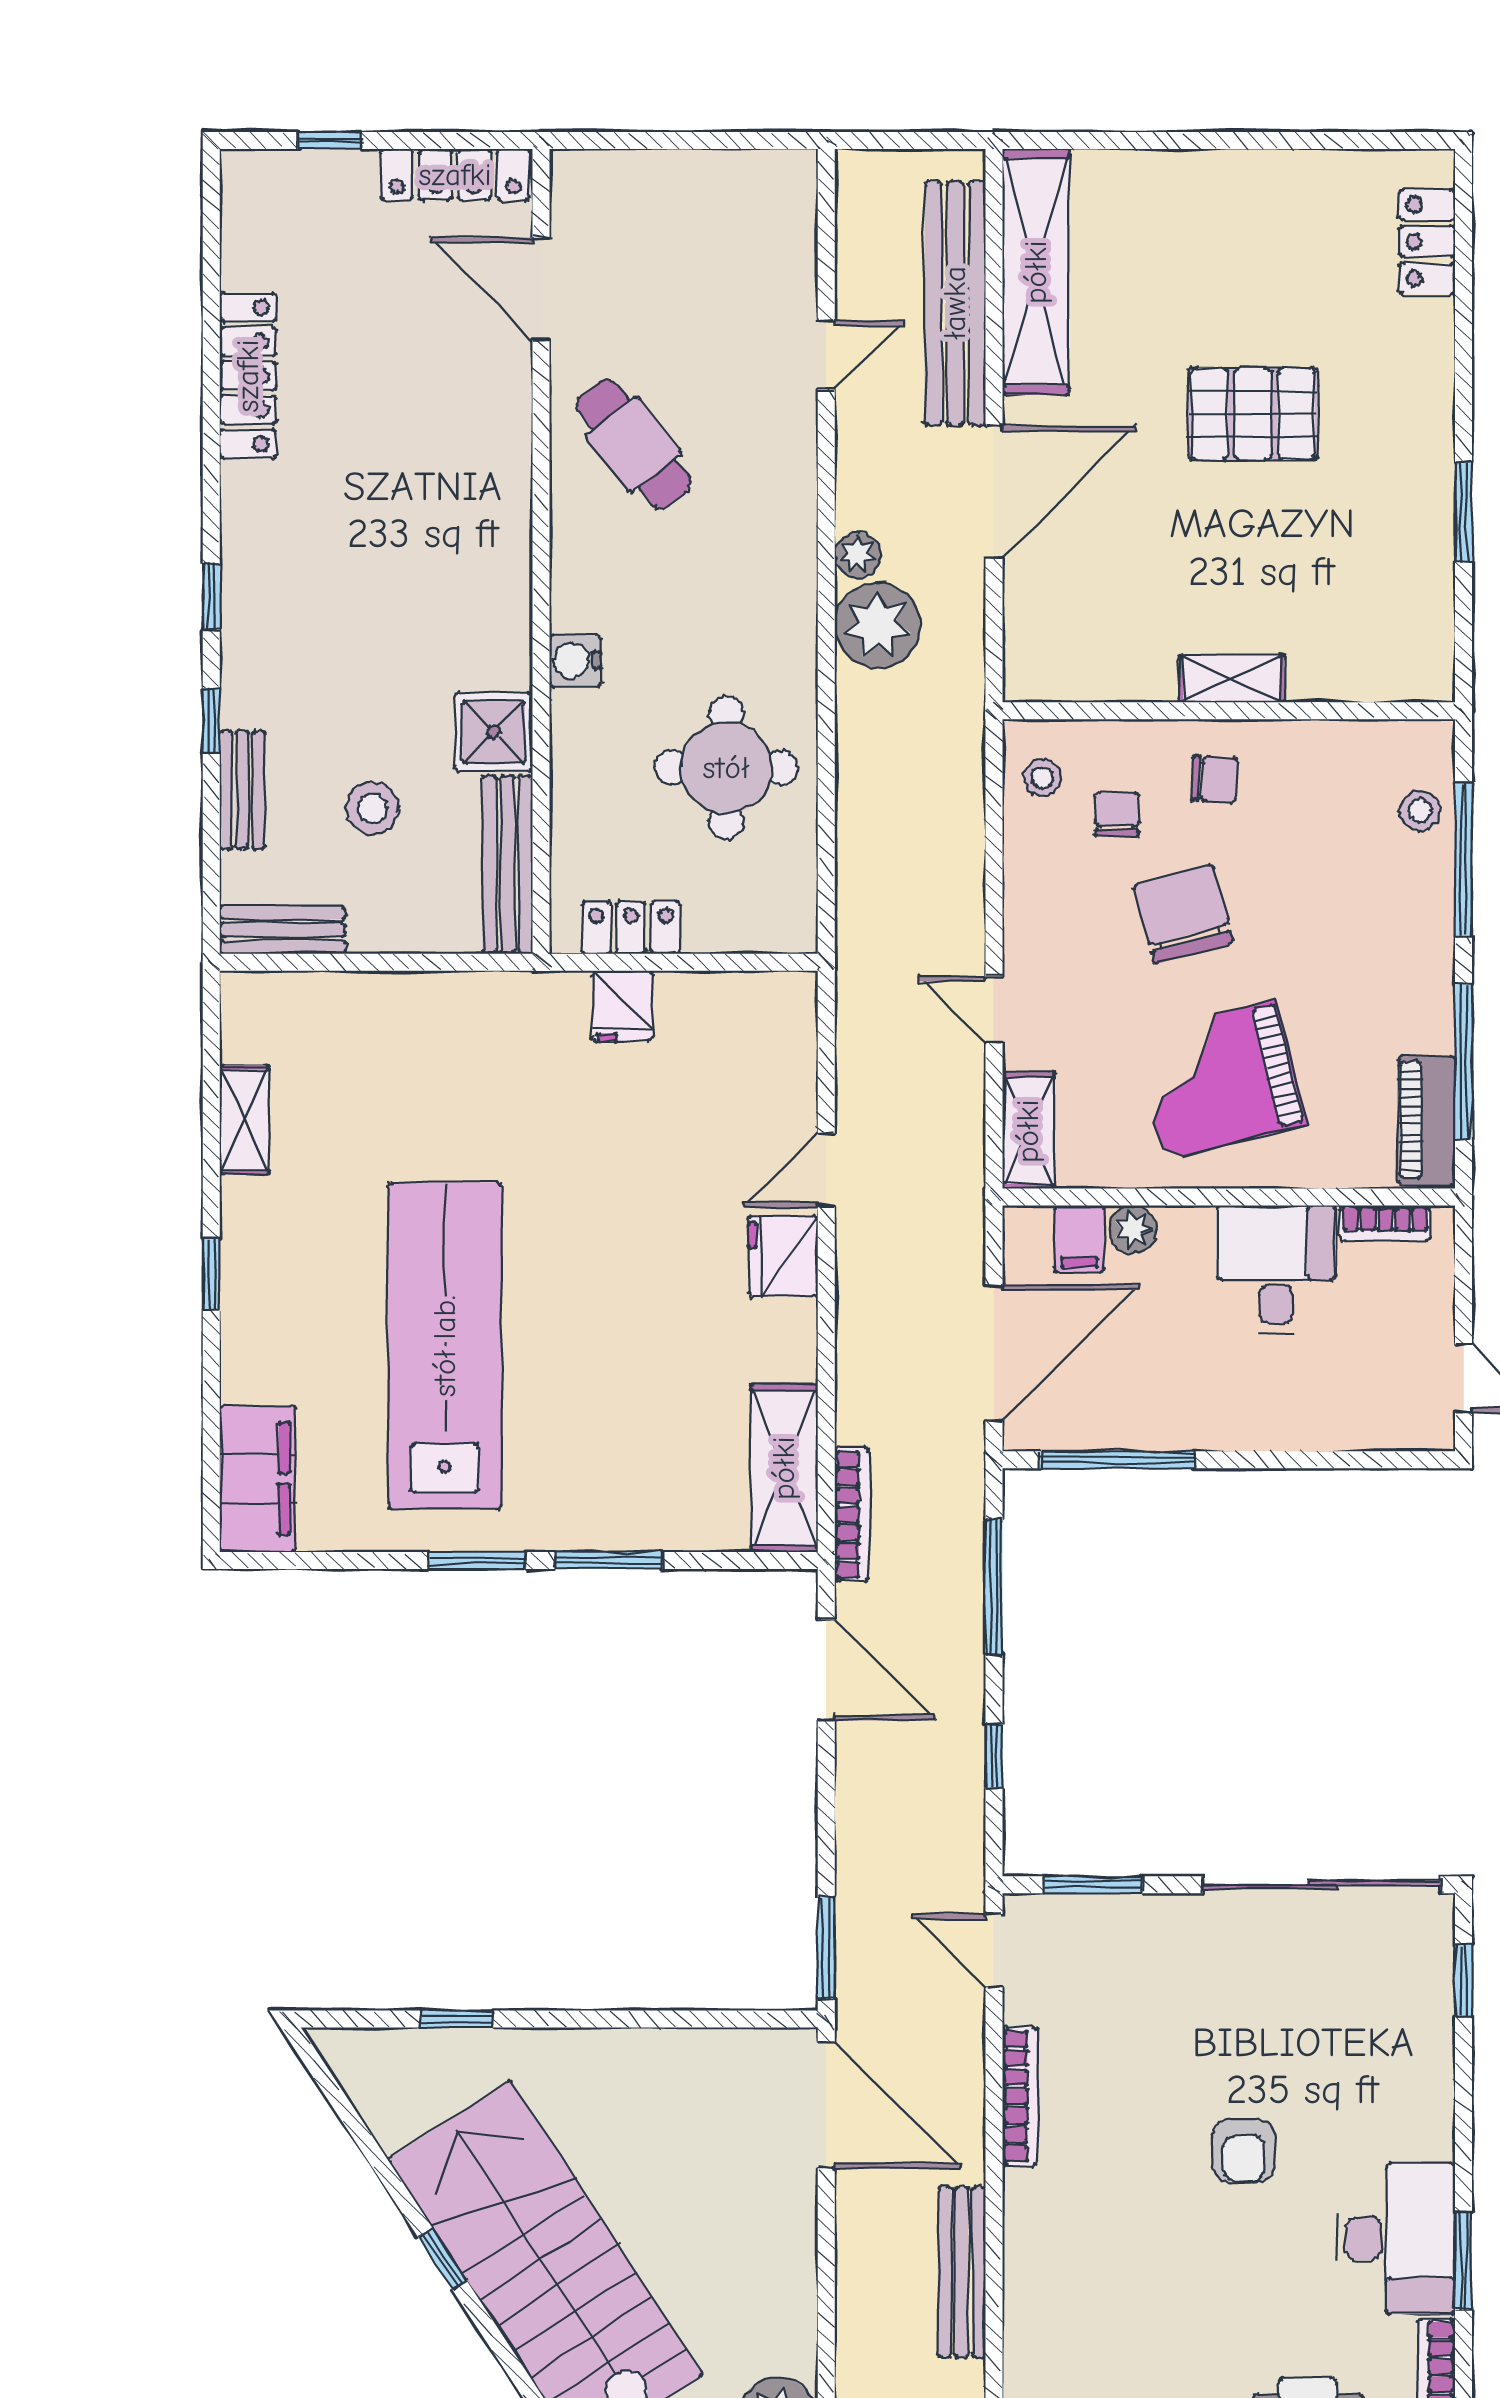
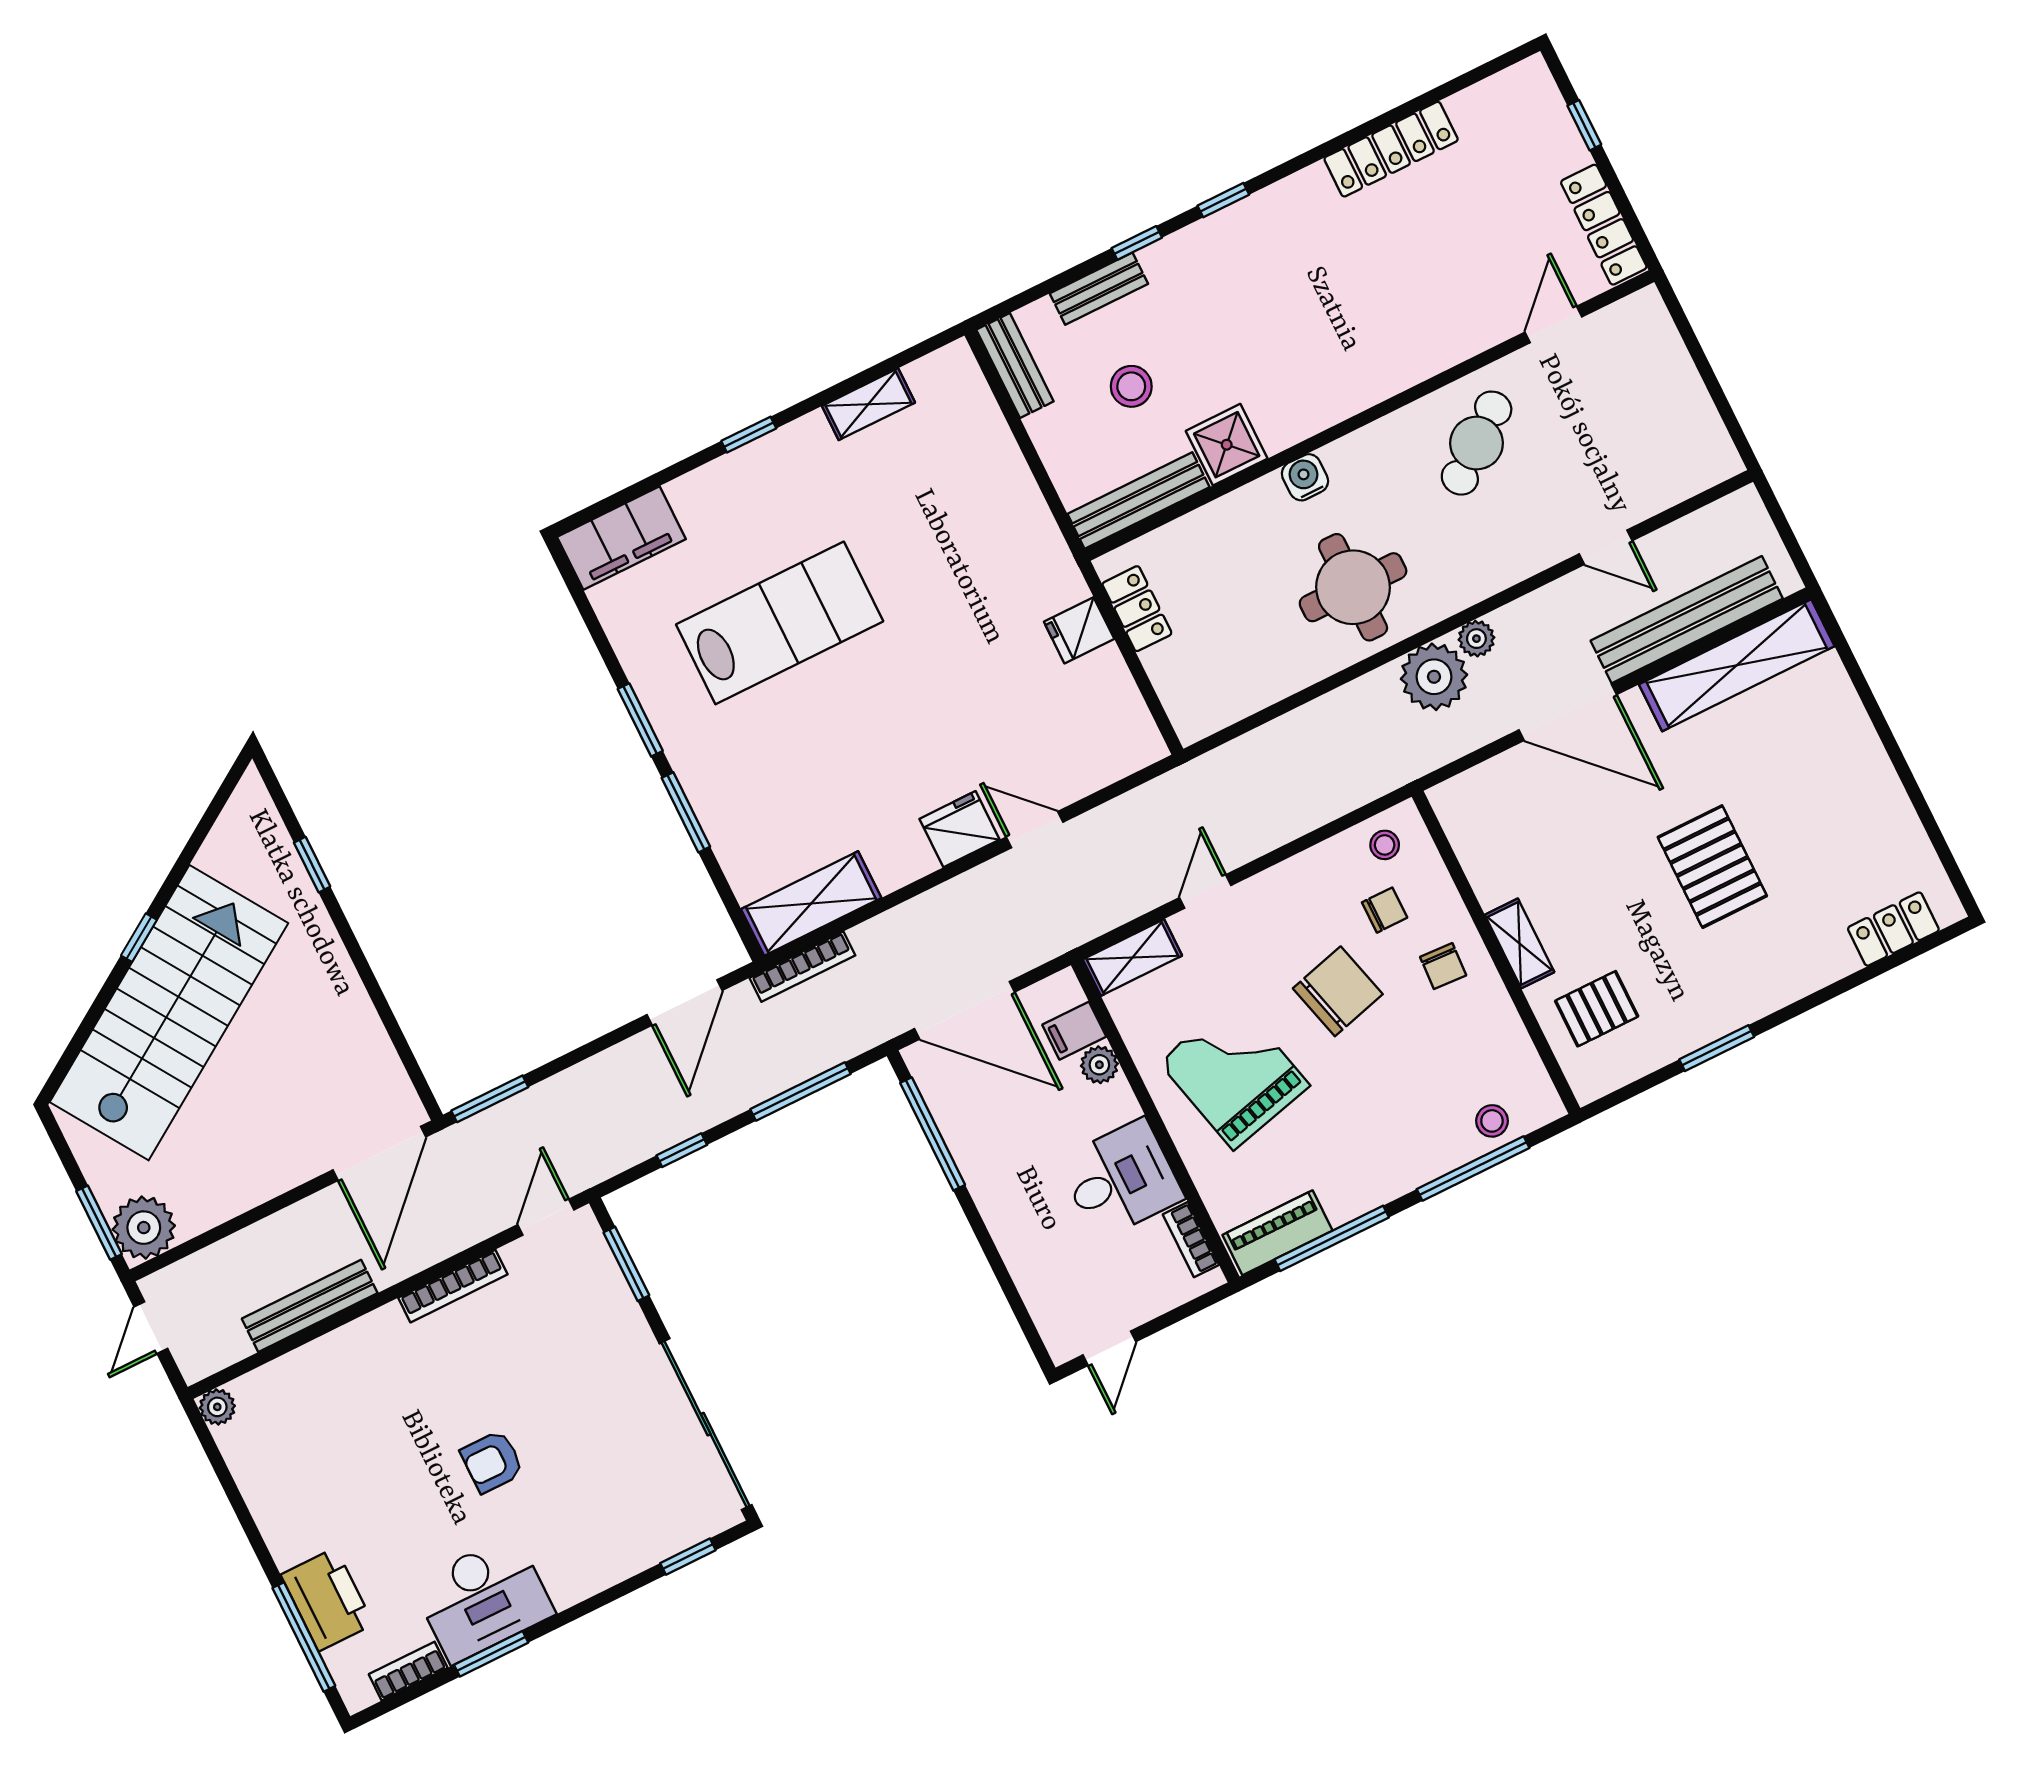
door: (541, 289) -> (1553, 325), width x0.73
pallet: (1350, 627) -> (1597, 1009), added
round table: (726, 768) -> (1353, 587), moved
lab bench: (445, 1346) -> (780, 623), width x0.73

